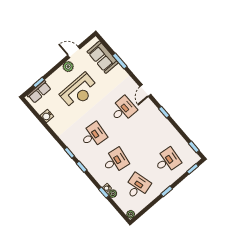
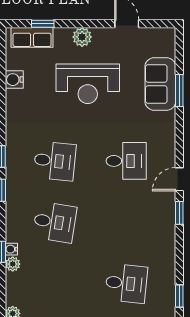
sofa: (103, 57) -> (160, 84), moved
plant: (68, 67) -> (82, 37), moved
door: (145, 91) -> (179, 179), moved
desk: (137, 187) -> (55, 283), removed

